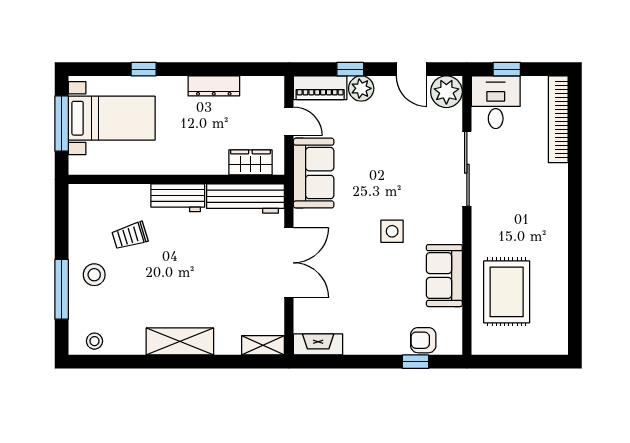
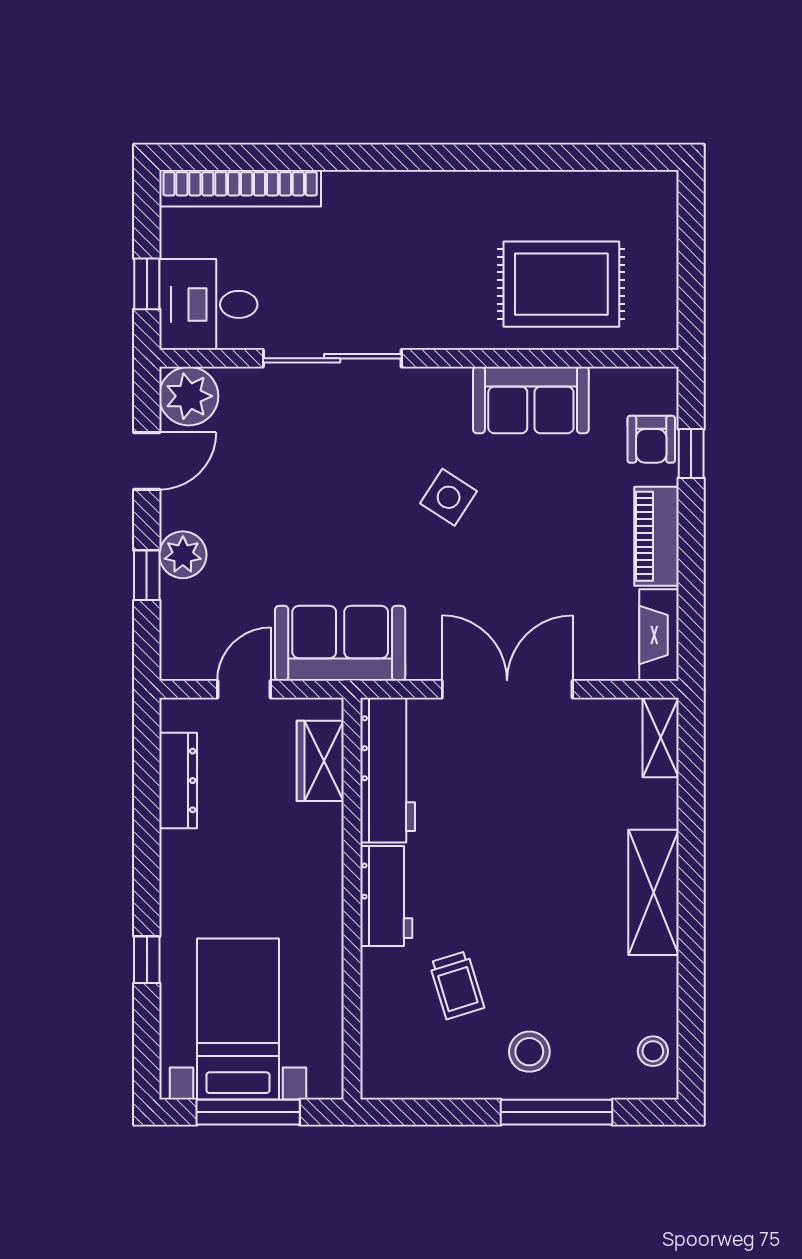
dresser: (214, 86) -> (178, 781), moved
piano: (320, 88) -> (656, 536), moved, turned 180
side table: (392, 231) -> (449, 497), turned 33

